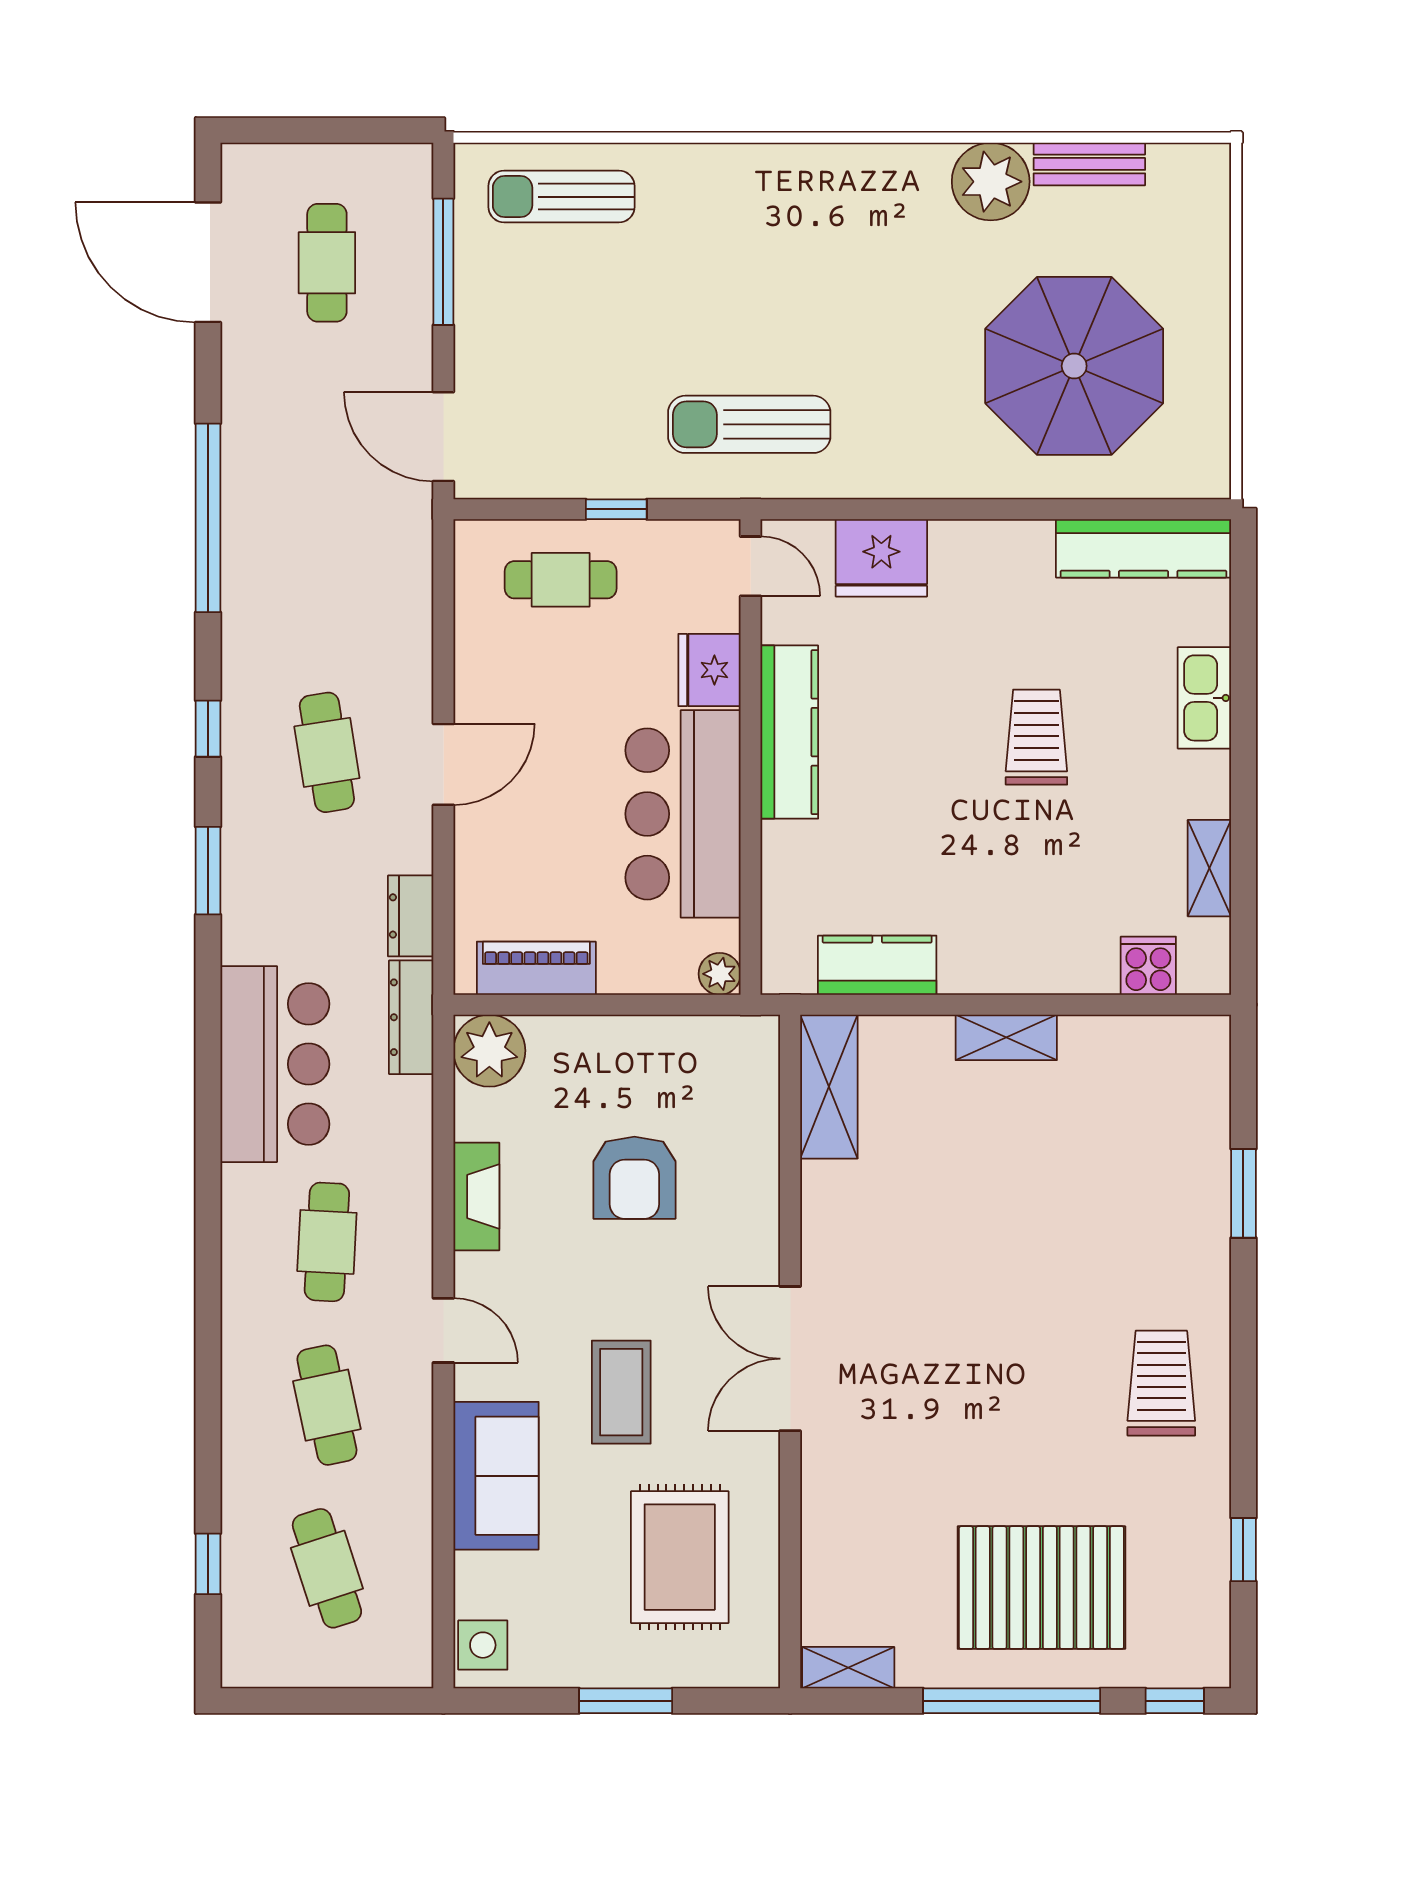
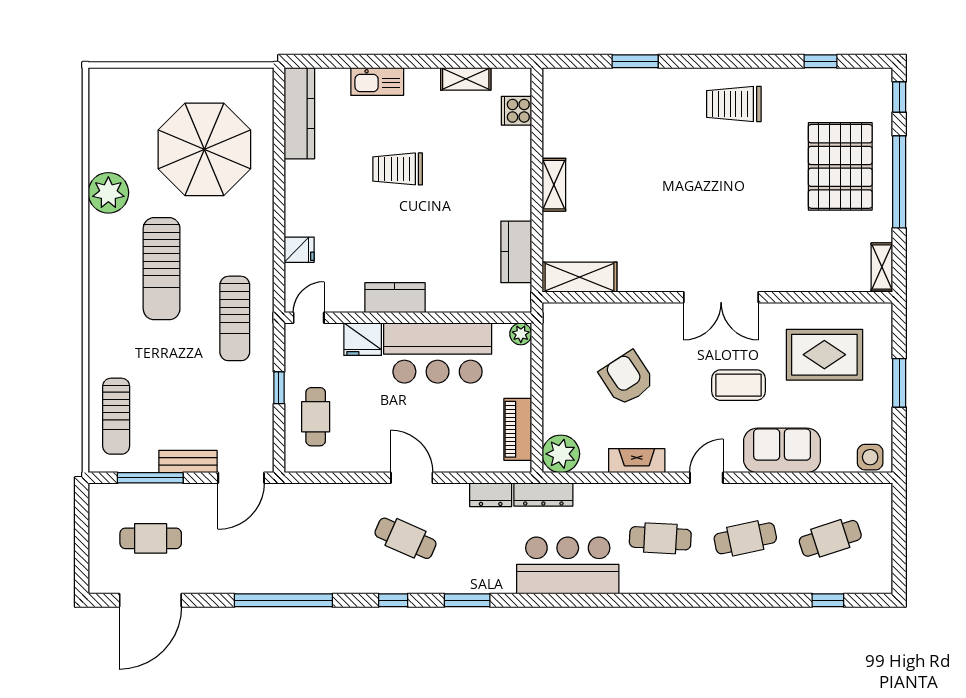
bench: (1089, 164) -> (188, 461), moved, turned 90
sun lounger: (845, 284) -> (162, 269), added
fridge: (881, 558) -> (299, 250), width x0.53, depth x0.75
kitchen counter: (789, 732) -> (395, 298), width x0.67
cafe table: (327, 752) -> (405, 538), turned 33
armchair: (634, 1178) -> (627, 378), turned -123

